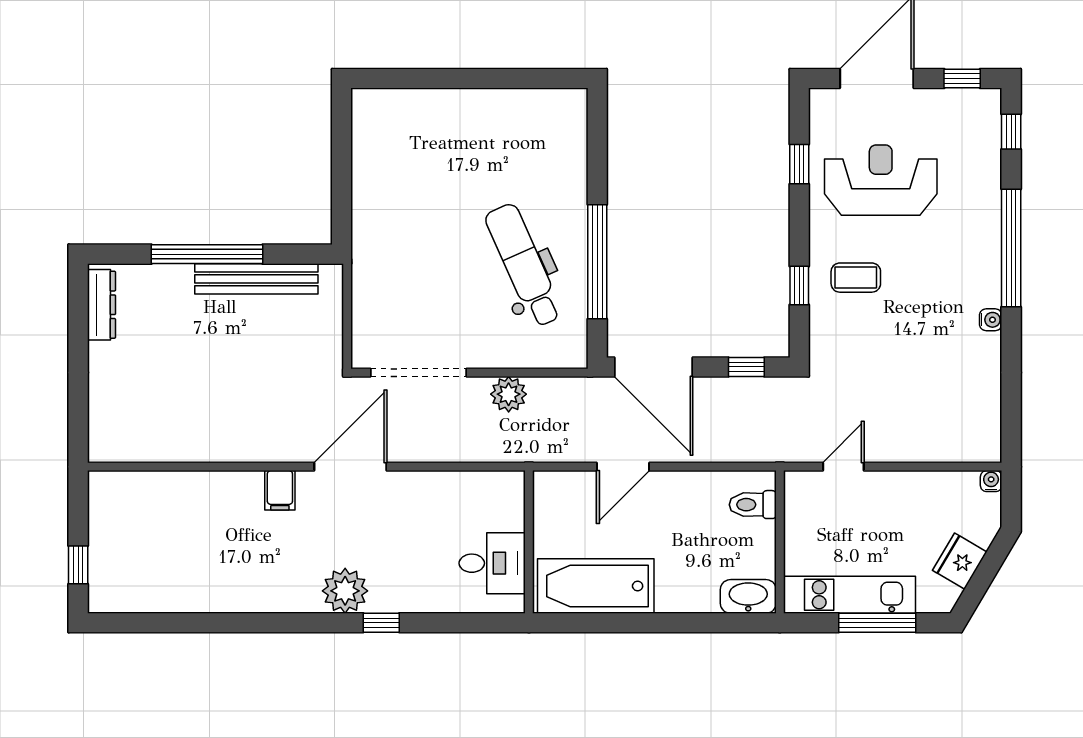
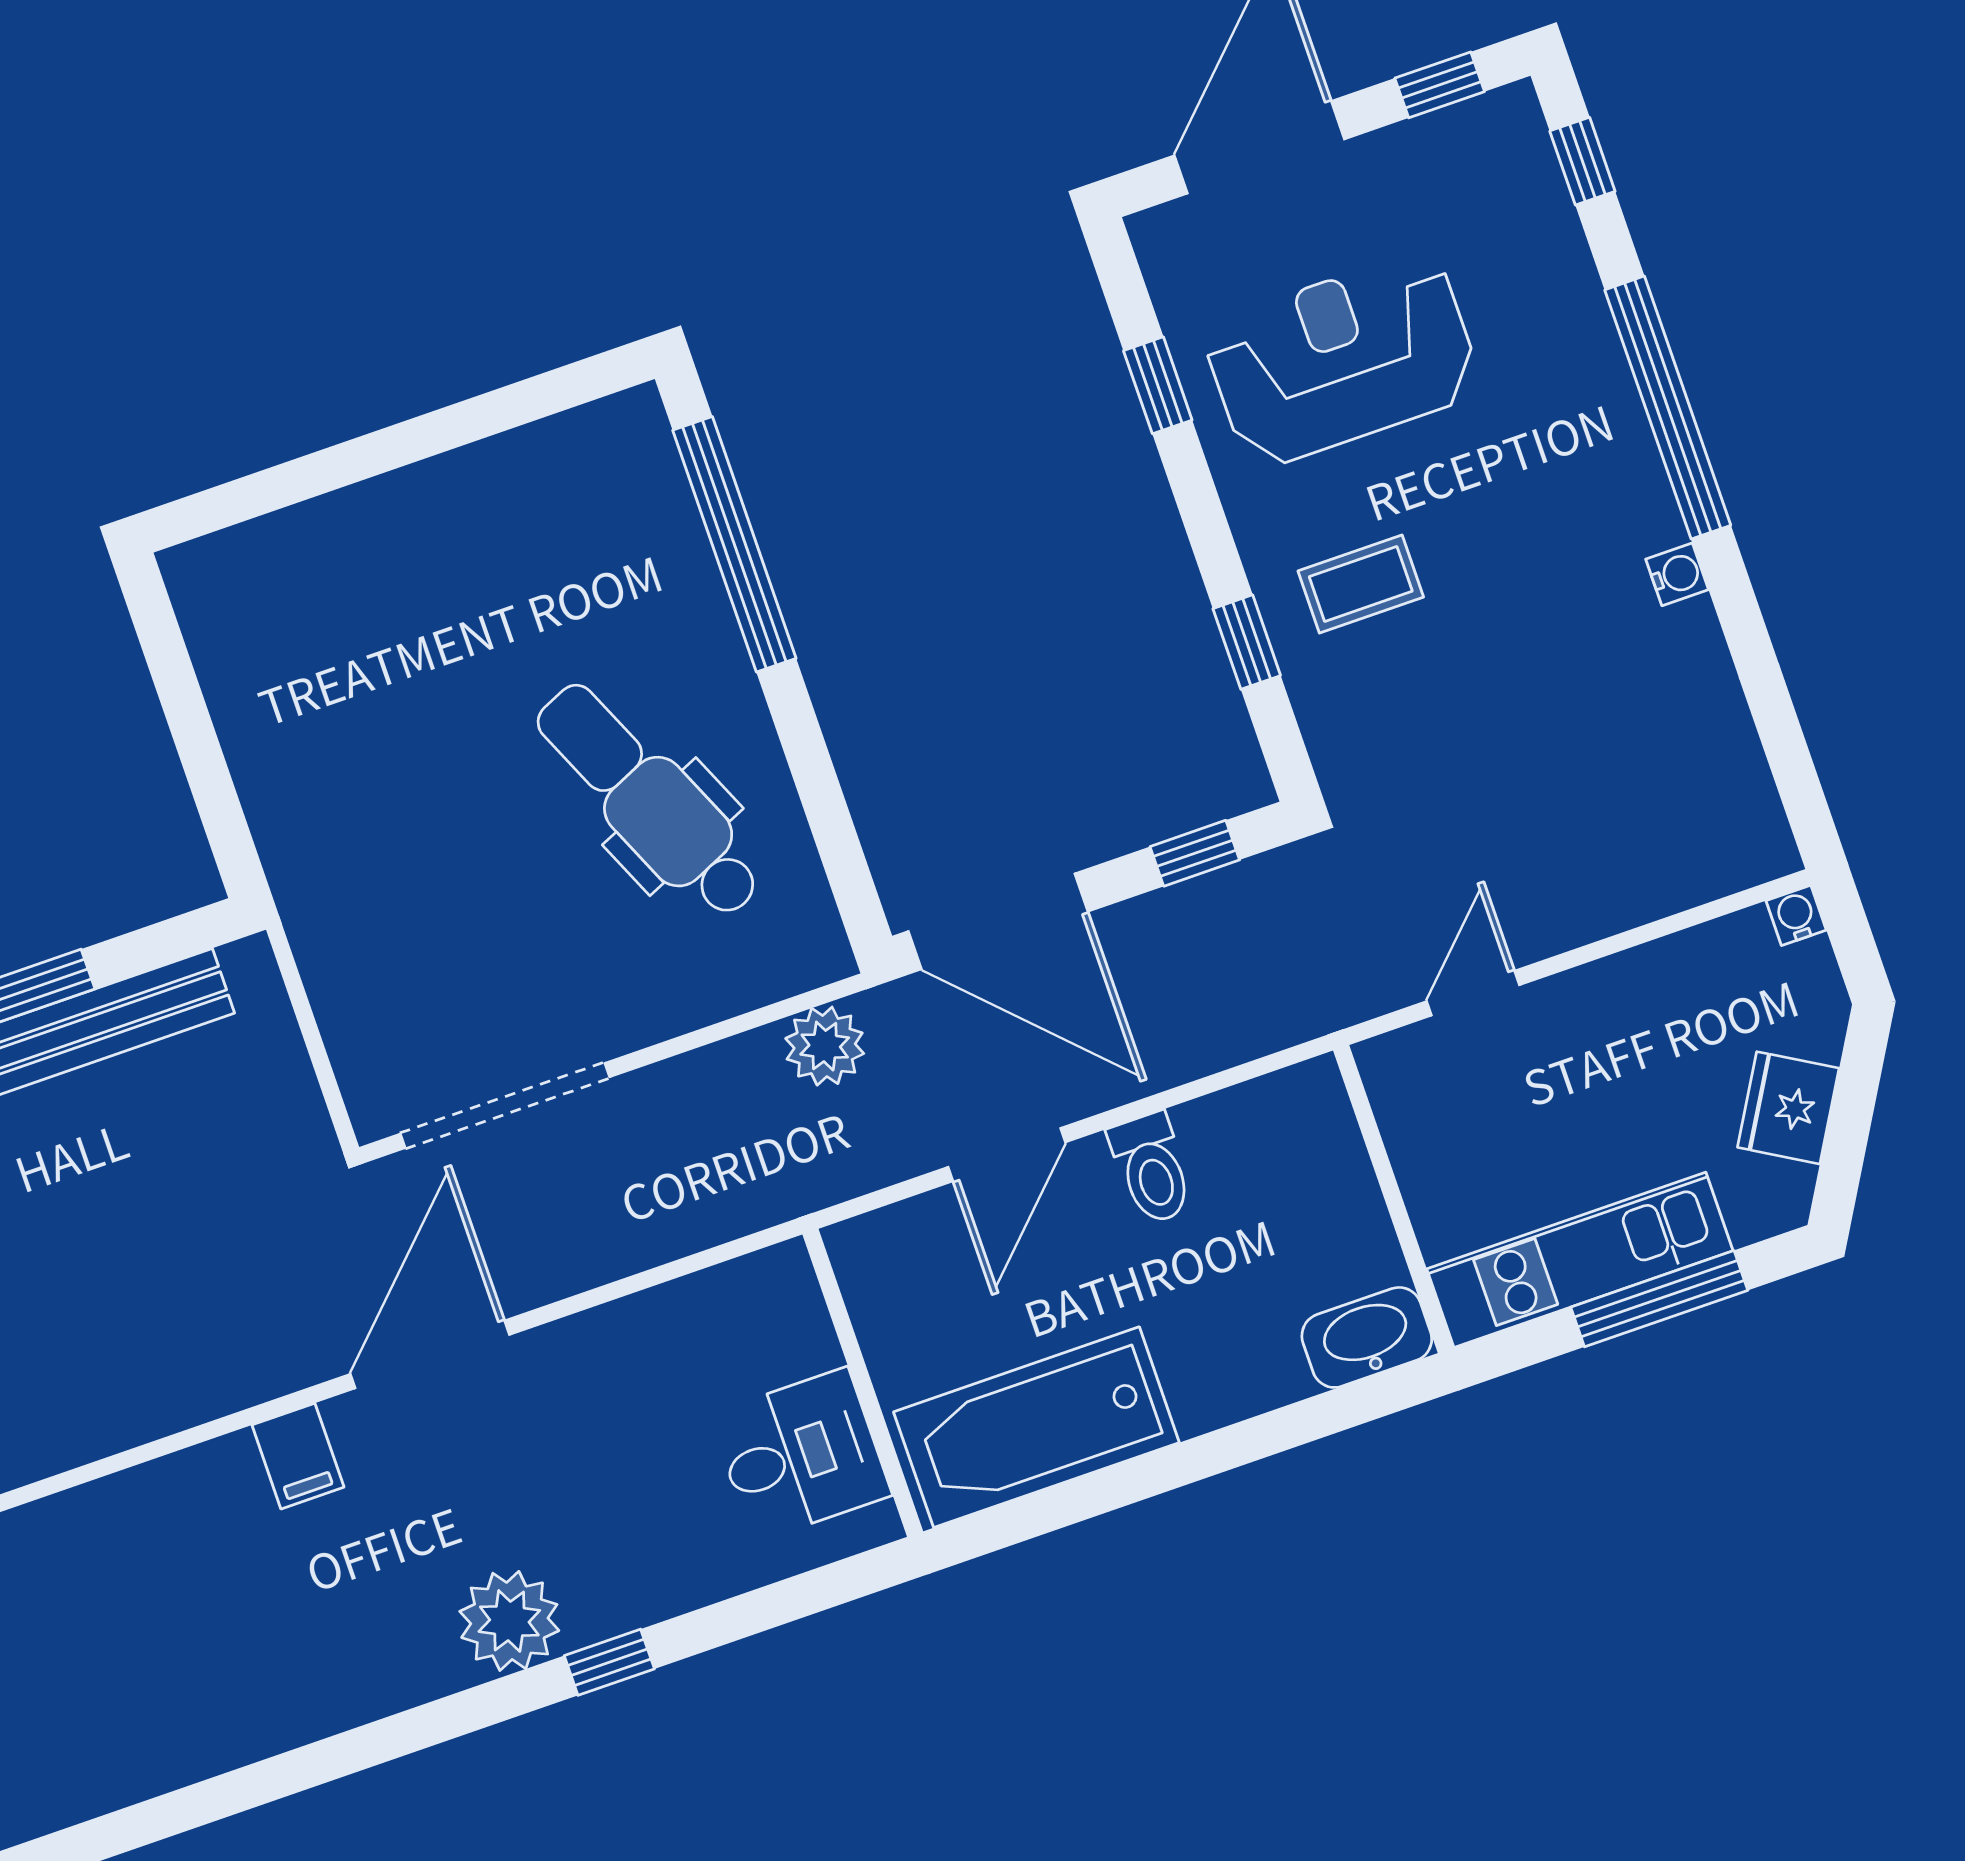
window: (597, 262) -> (734, 544), moved
plant: (509, 394) -> (825, 1046), moved
toilet: (753, 505) -> (1152, 1169), moved, turned -90

